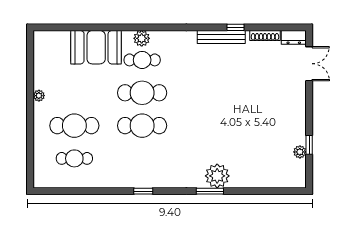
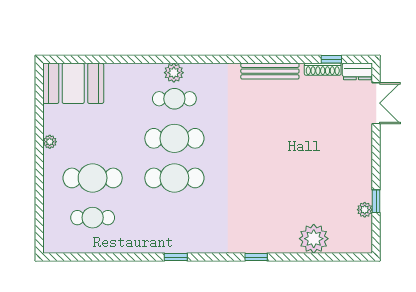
window: (235, 27) -> (331, 59), moved
booth: (96, 47) -> (73, 83), moved
plant: (217, 176) -> (314, 239), moved
window: (210, 191) -> (256, 257), width x0.67

